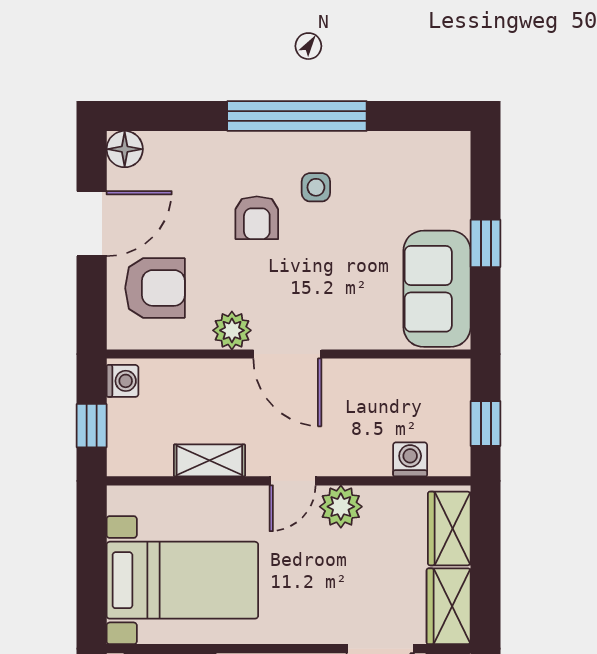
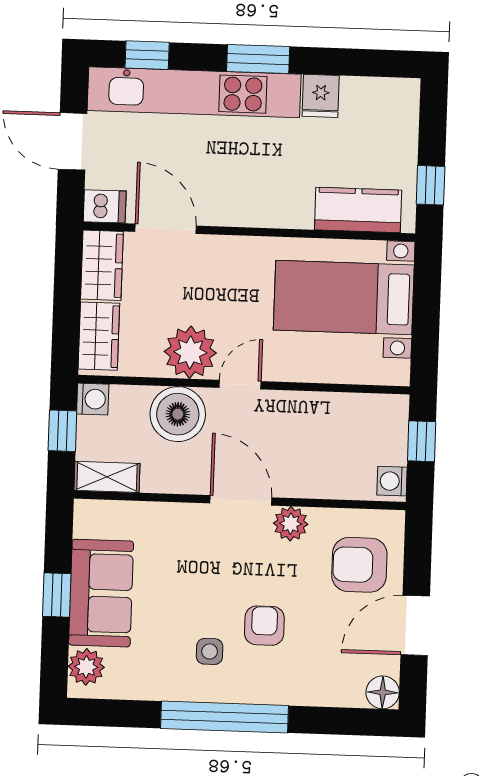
plant: (450, 166) -> (86, 667), added
sofa: (437, 289) -> (101, 593), moved
boiler: (360, 446) -> (178, 414), added
washing machine: (410, 459) -> (93, 399), moved, turned -90
shelving: (209, 460) -> (107, 477), moved
plant: (341, 507) -> (190, 352), width x1.36, depth x1.36

